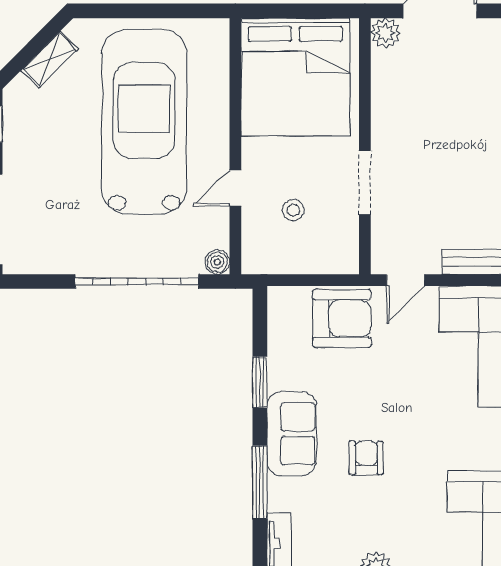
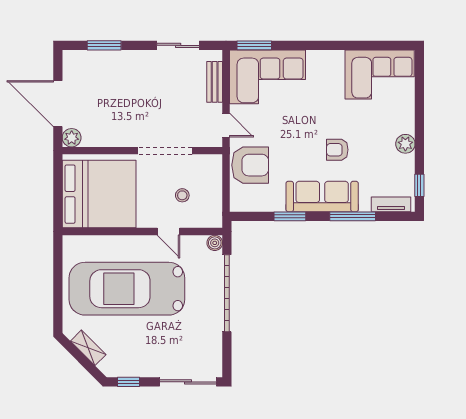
doorway: (365, 183) -> (165, 151), width x1.36
armchair: (342, 319) -> (250, 165), turned 90
sofa: (291, 434) -> (322, 196), width x1.36

